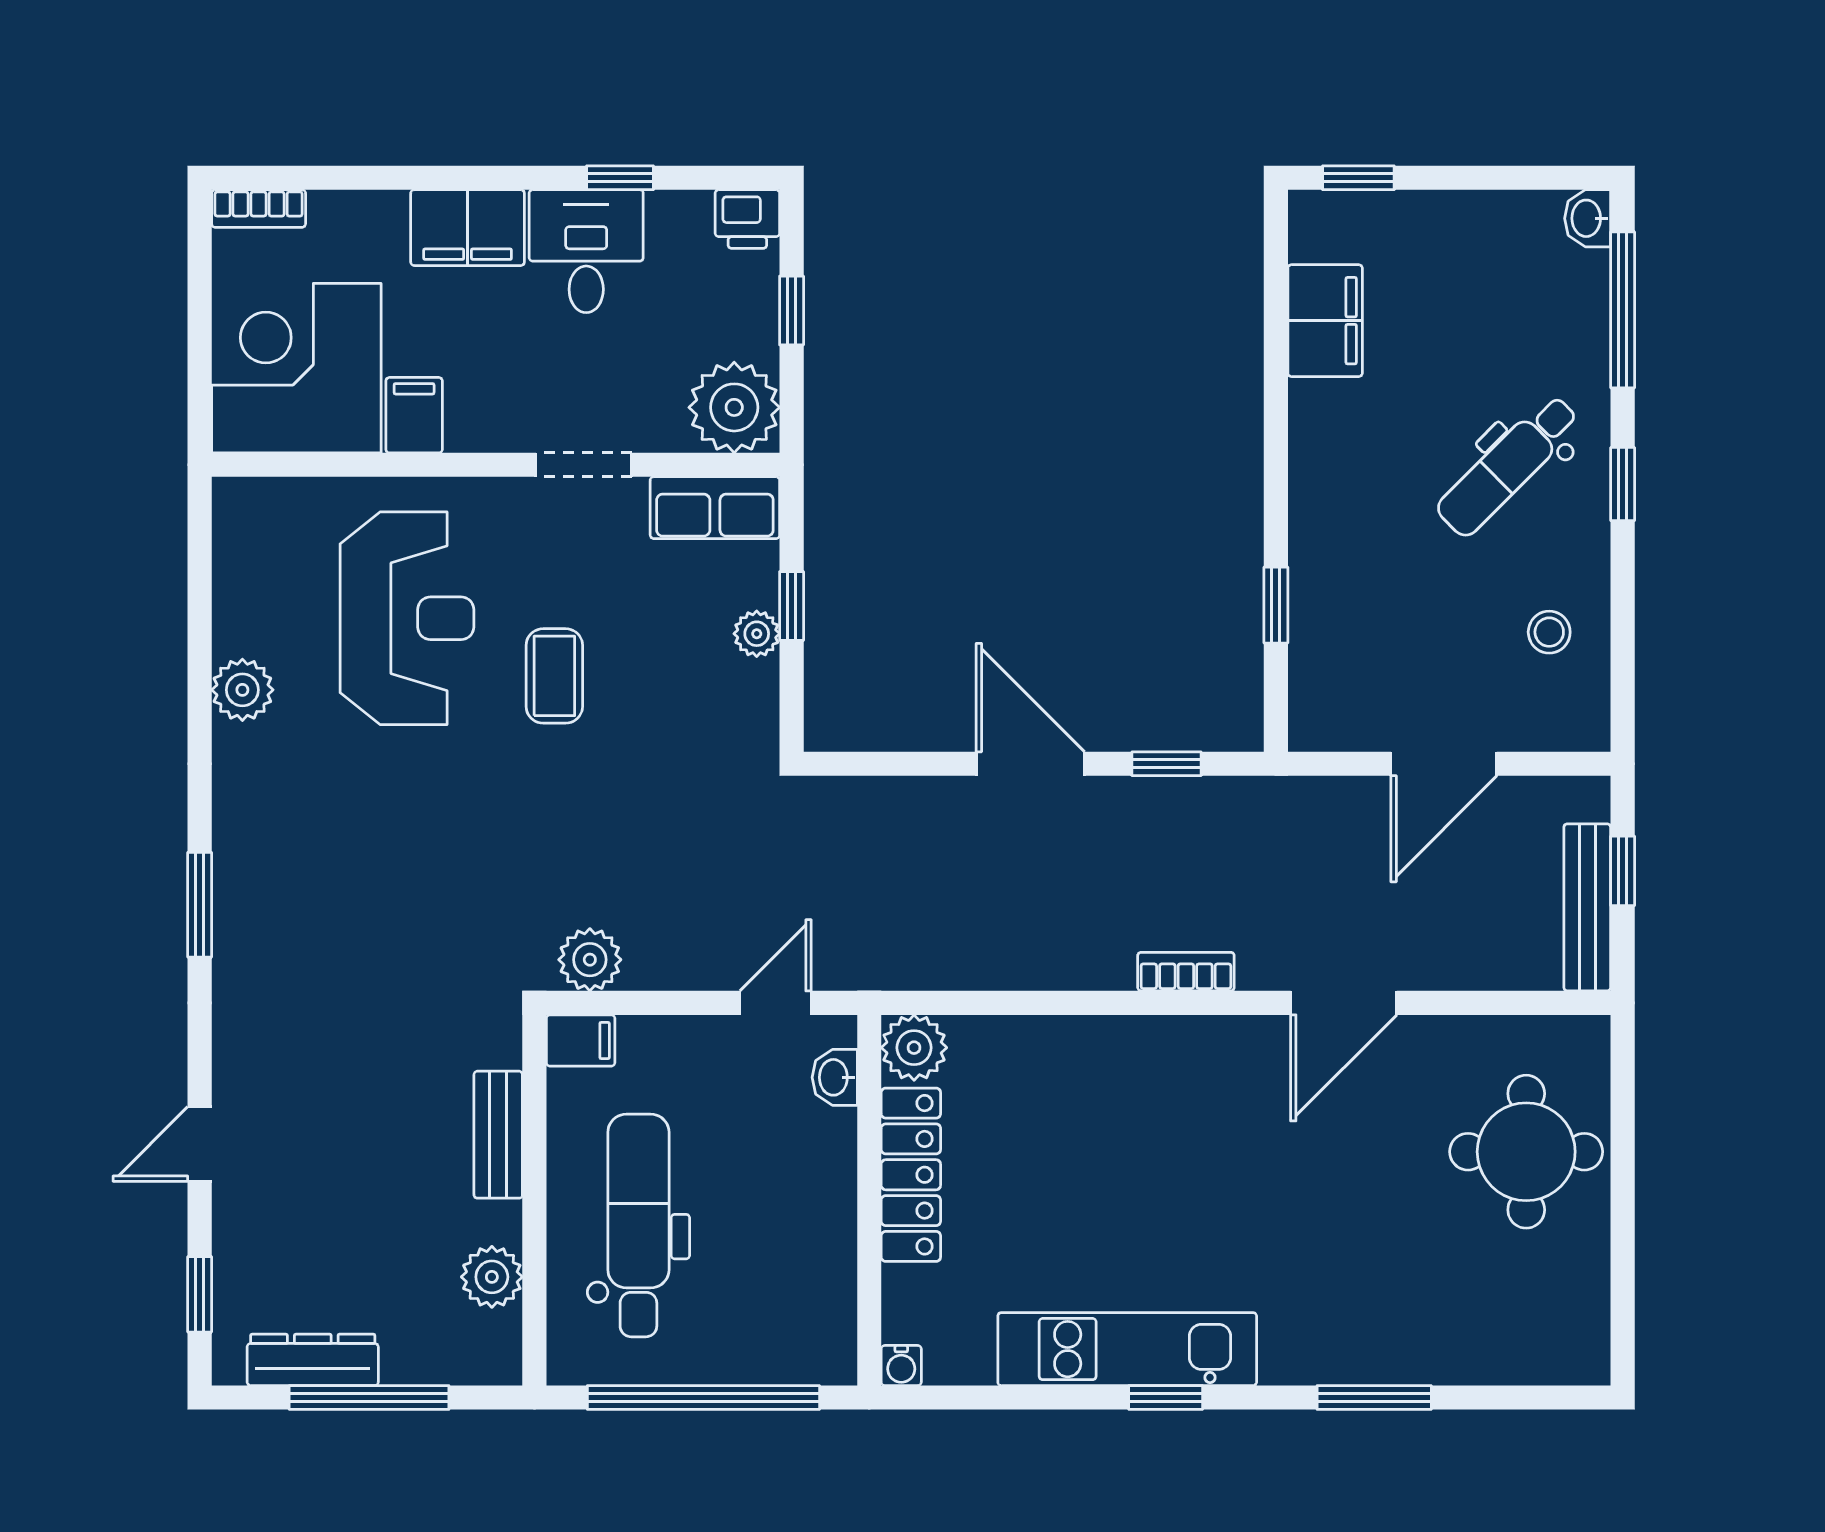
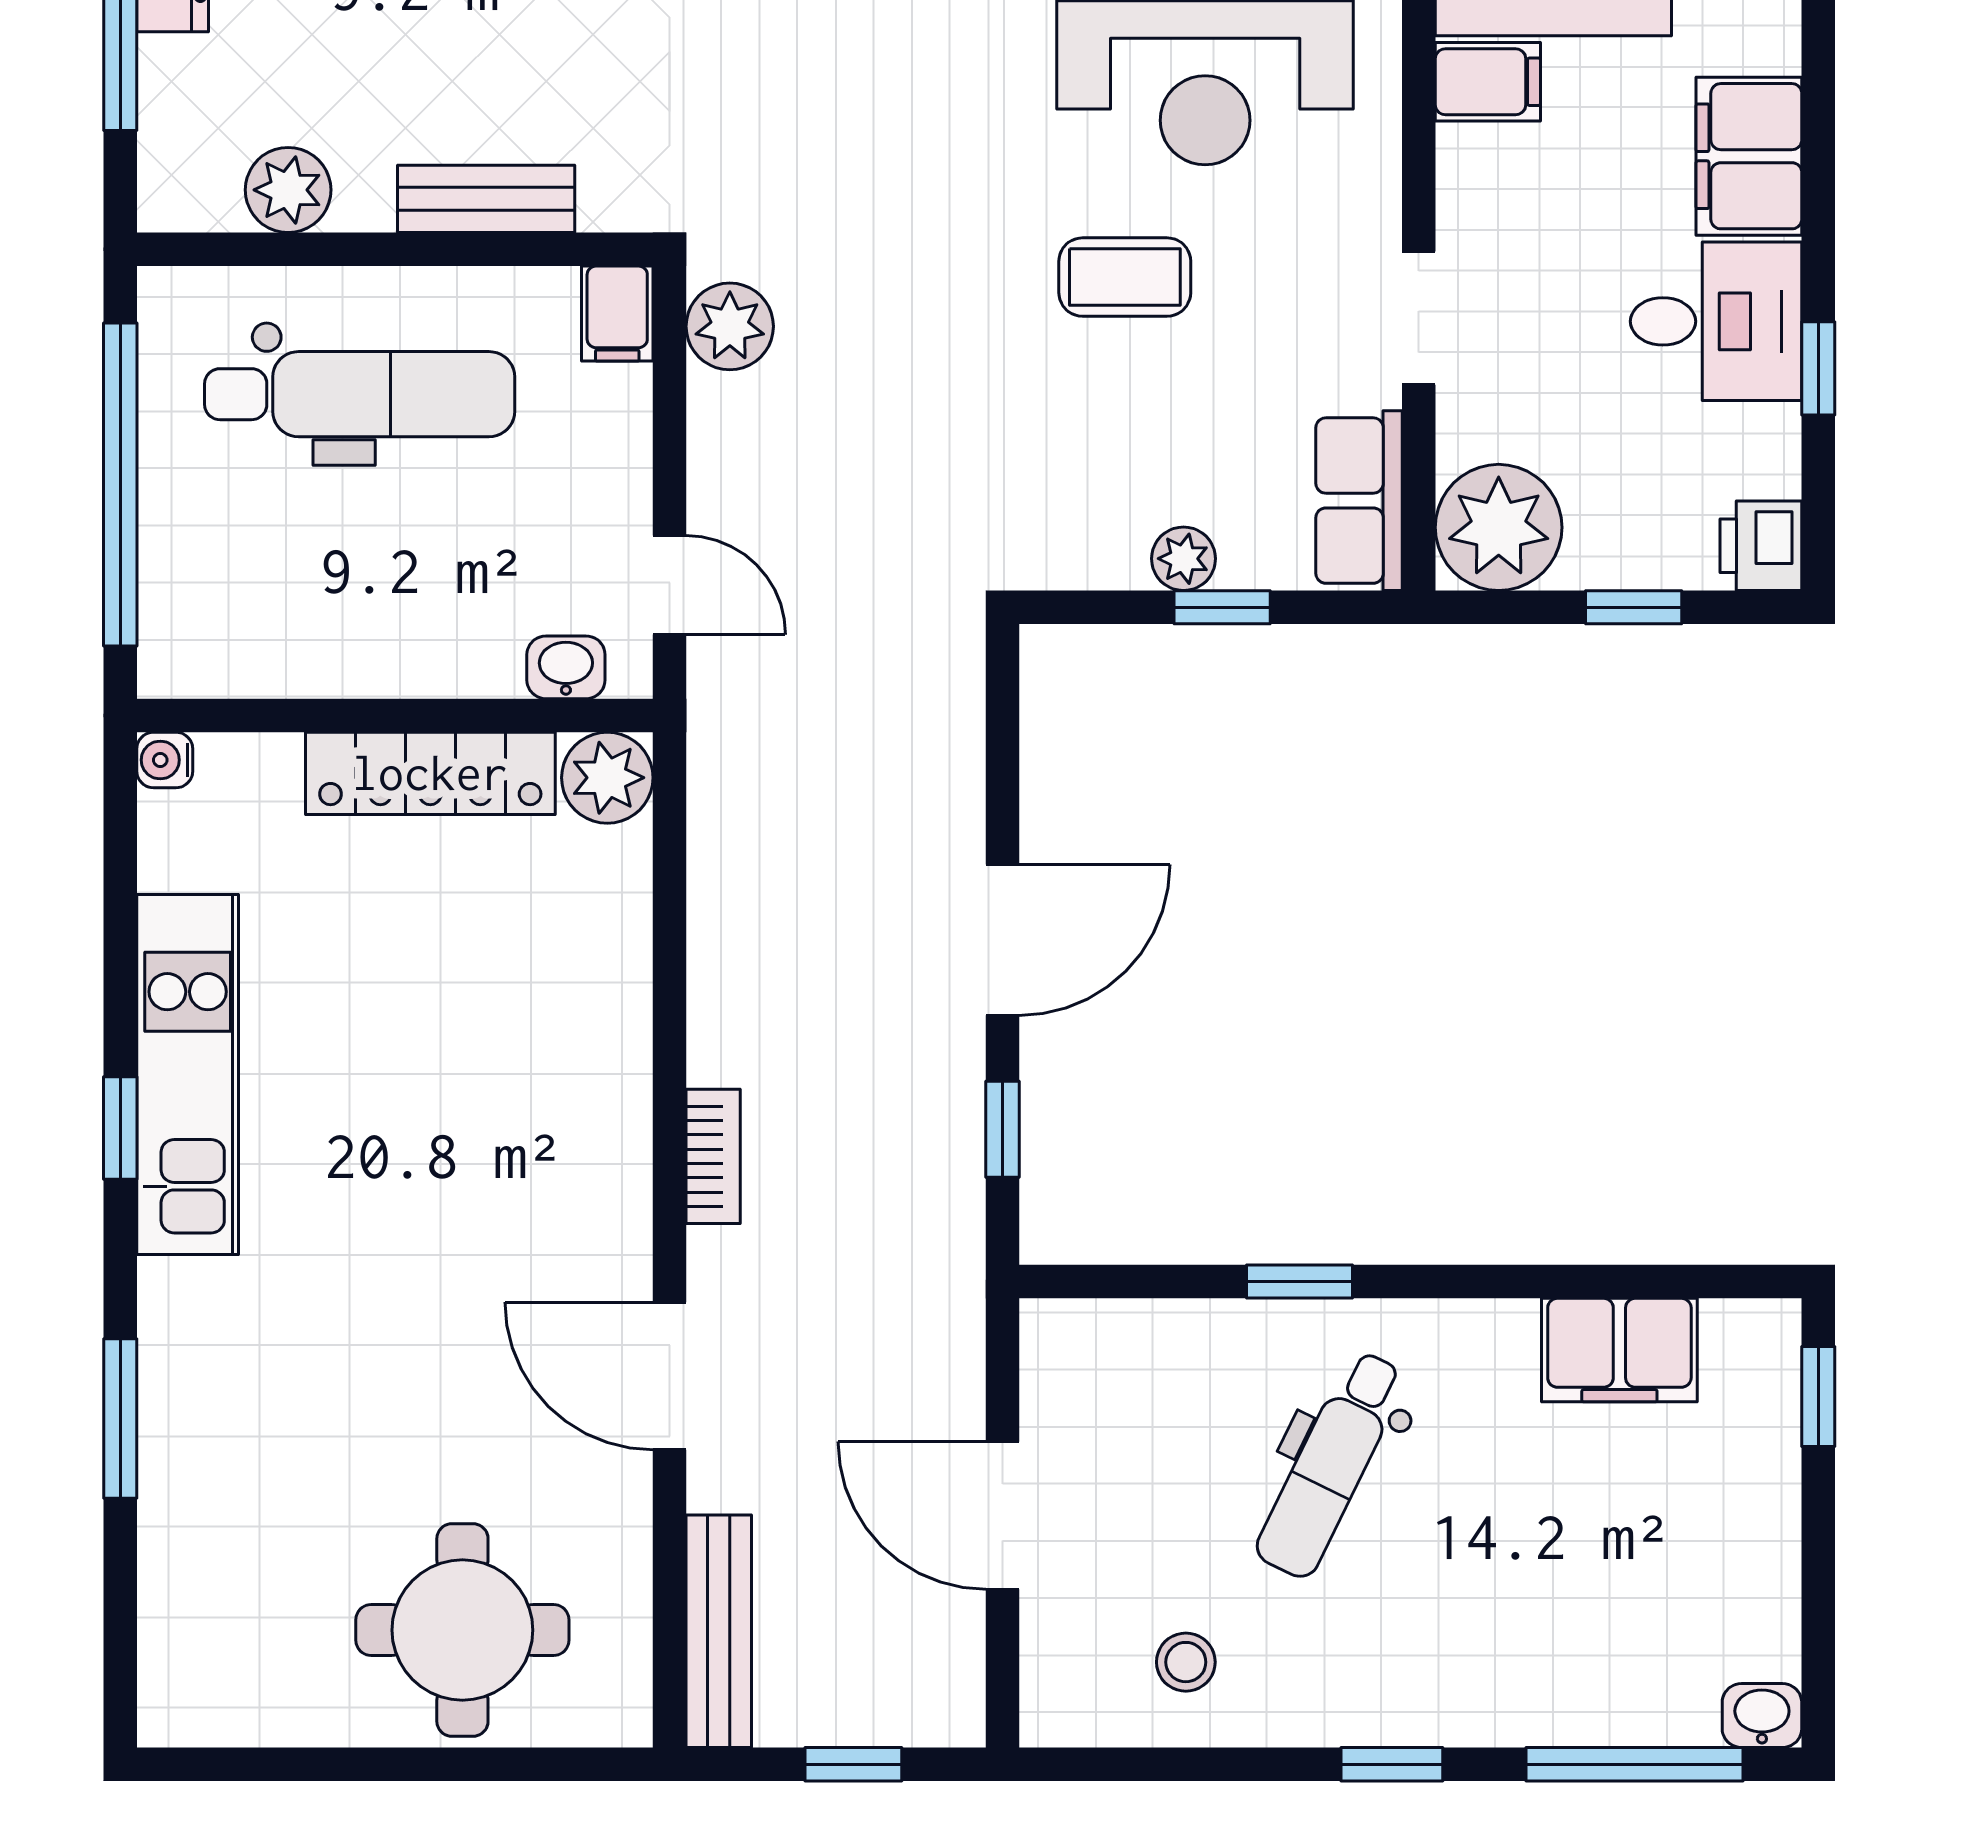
dental chair: (1508, 466) -> (1331, 1465), moved, turned -109
window: (1276, 605) -> (1300, 1282), moved
bench: (1587, 907) -> (719, 1631), moved, turned 90

